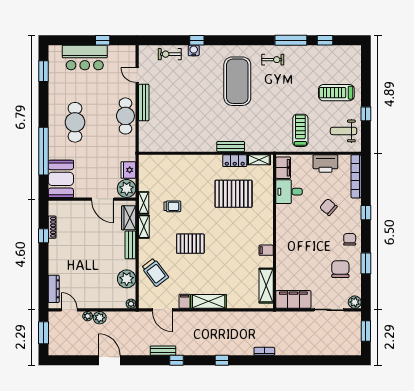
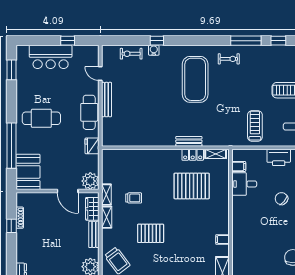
cafe table: (75, 122) -> (41, 118), turned 90
filing cabinet: (283, 168) -> (239, 166), width x0.50
fridge: (128, 170) -> (92, 146), moved

